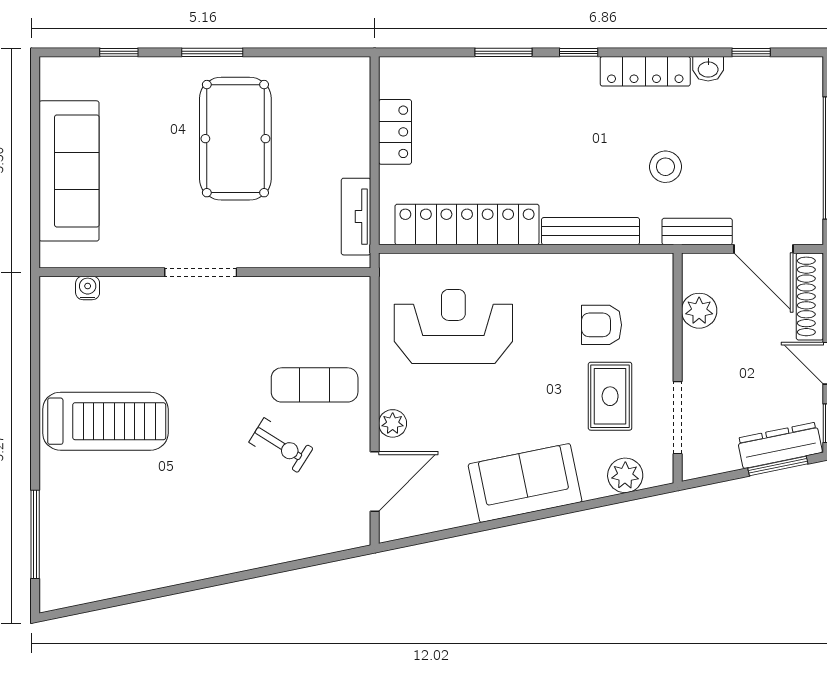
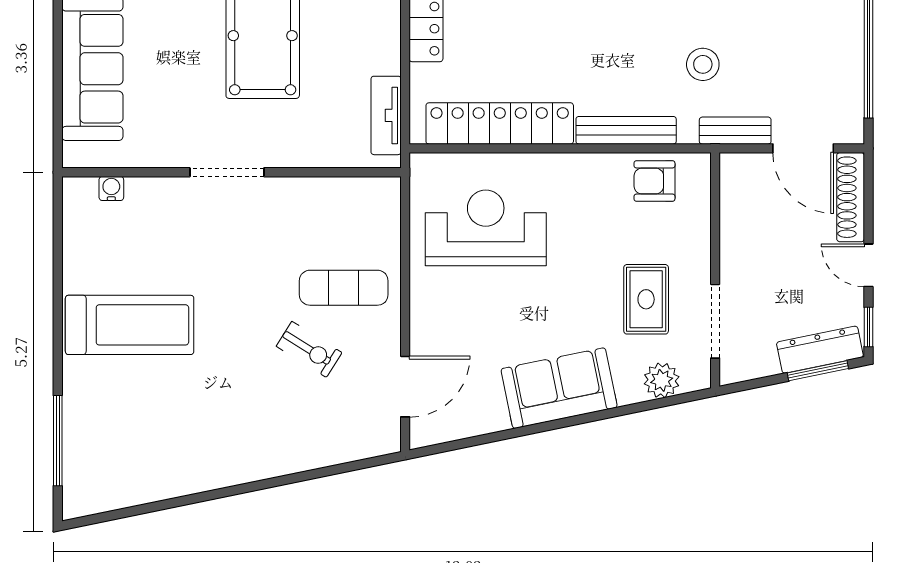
plant: (699, 311) -> (737, 212), removed
armchair: (602, 325) -> (654, 181), moved
plant: (393, 423) -> (423, 327), removed

